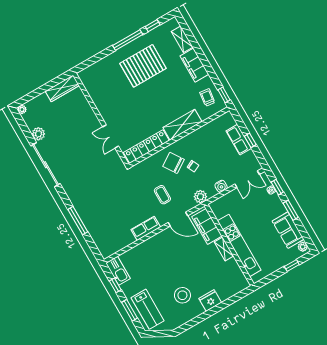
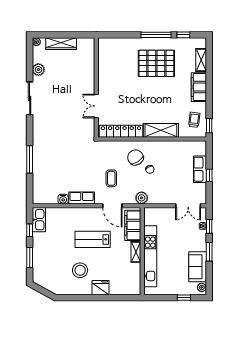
wardrobe: (62, 88) -> (61, 44), moved
sliding door: (46, 165) -> (30, 98), width x0.73
water cooler: (221, 186) -> (63, 199), moved
lab bench: (148, 309) -> (93, 239), moved, turned 90

